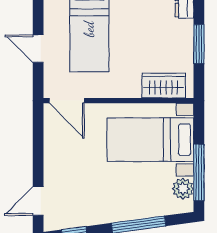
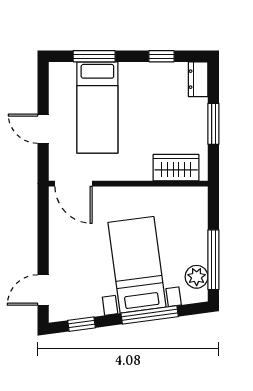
bed with nightstands: (150, 140) -> (137, 265), moved, turned 82

